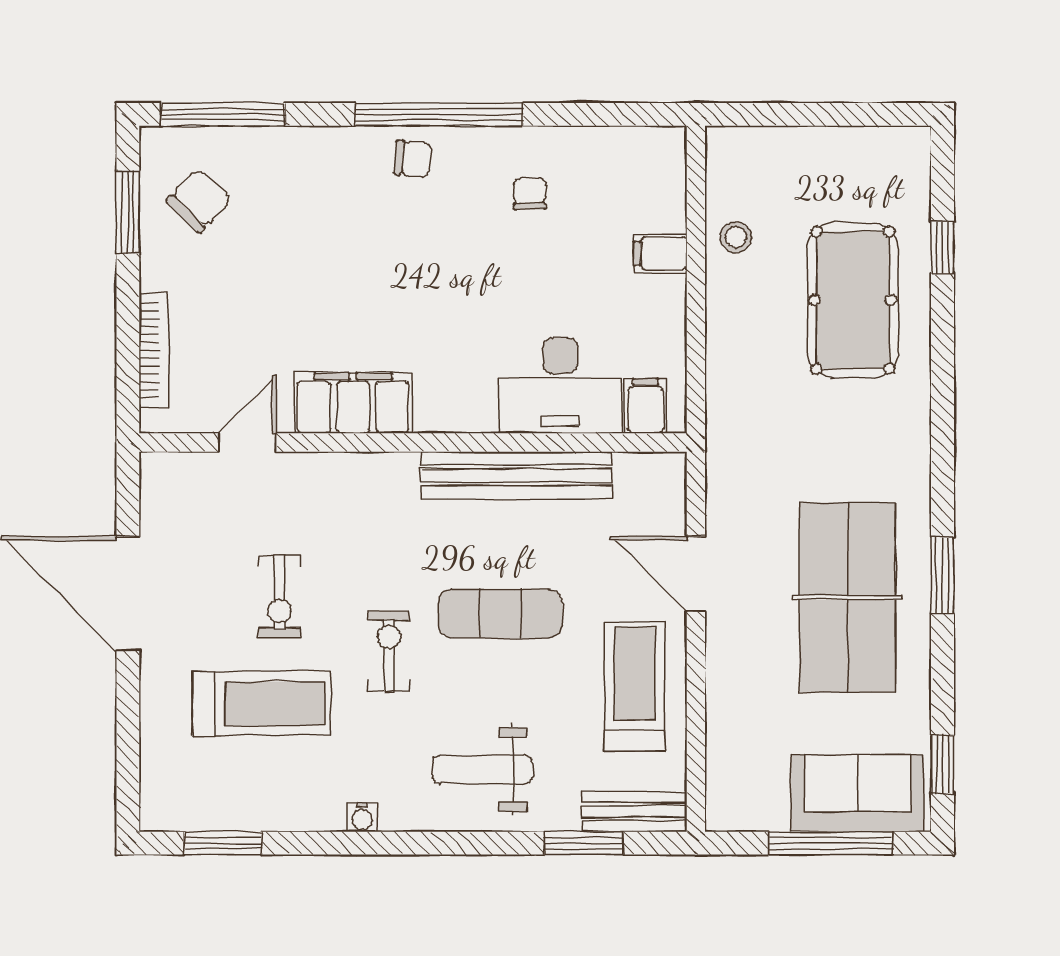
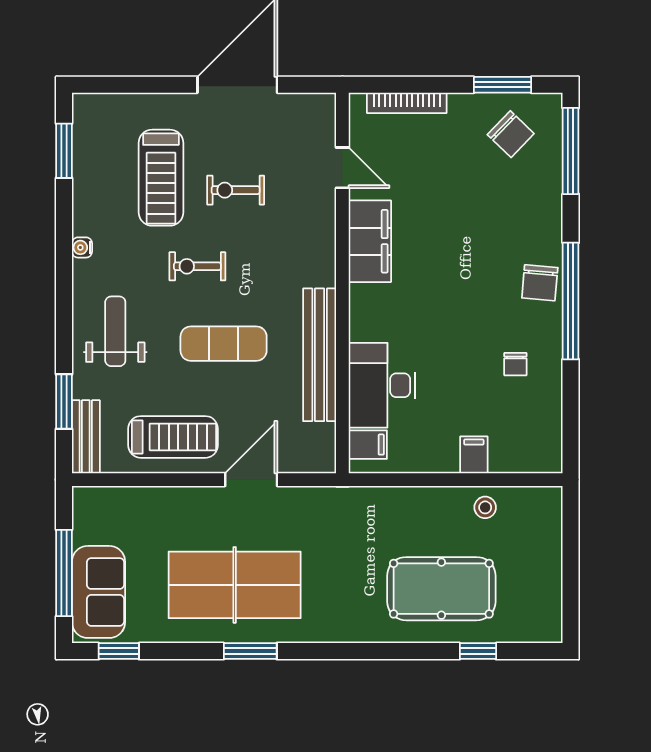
chair: (413, 159) -> (540, 283), width x1.37, depth x1.37
chair: (530, 194) -> (515, 364), turned 90
exercise mat: (500, 614) -> (224, 344), turned 90
exercise bike: (389, 651) -> (197, 266), turned 180

